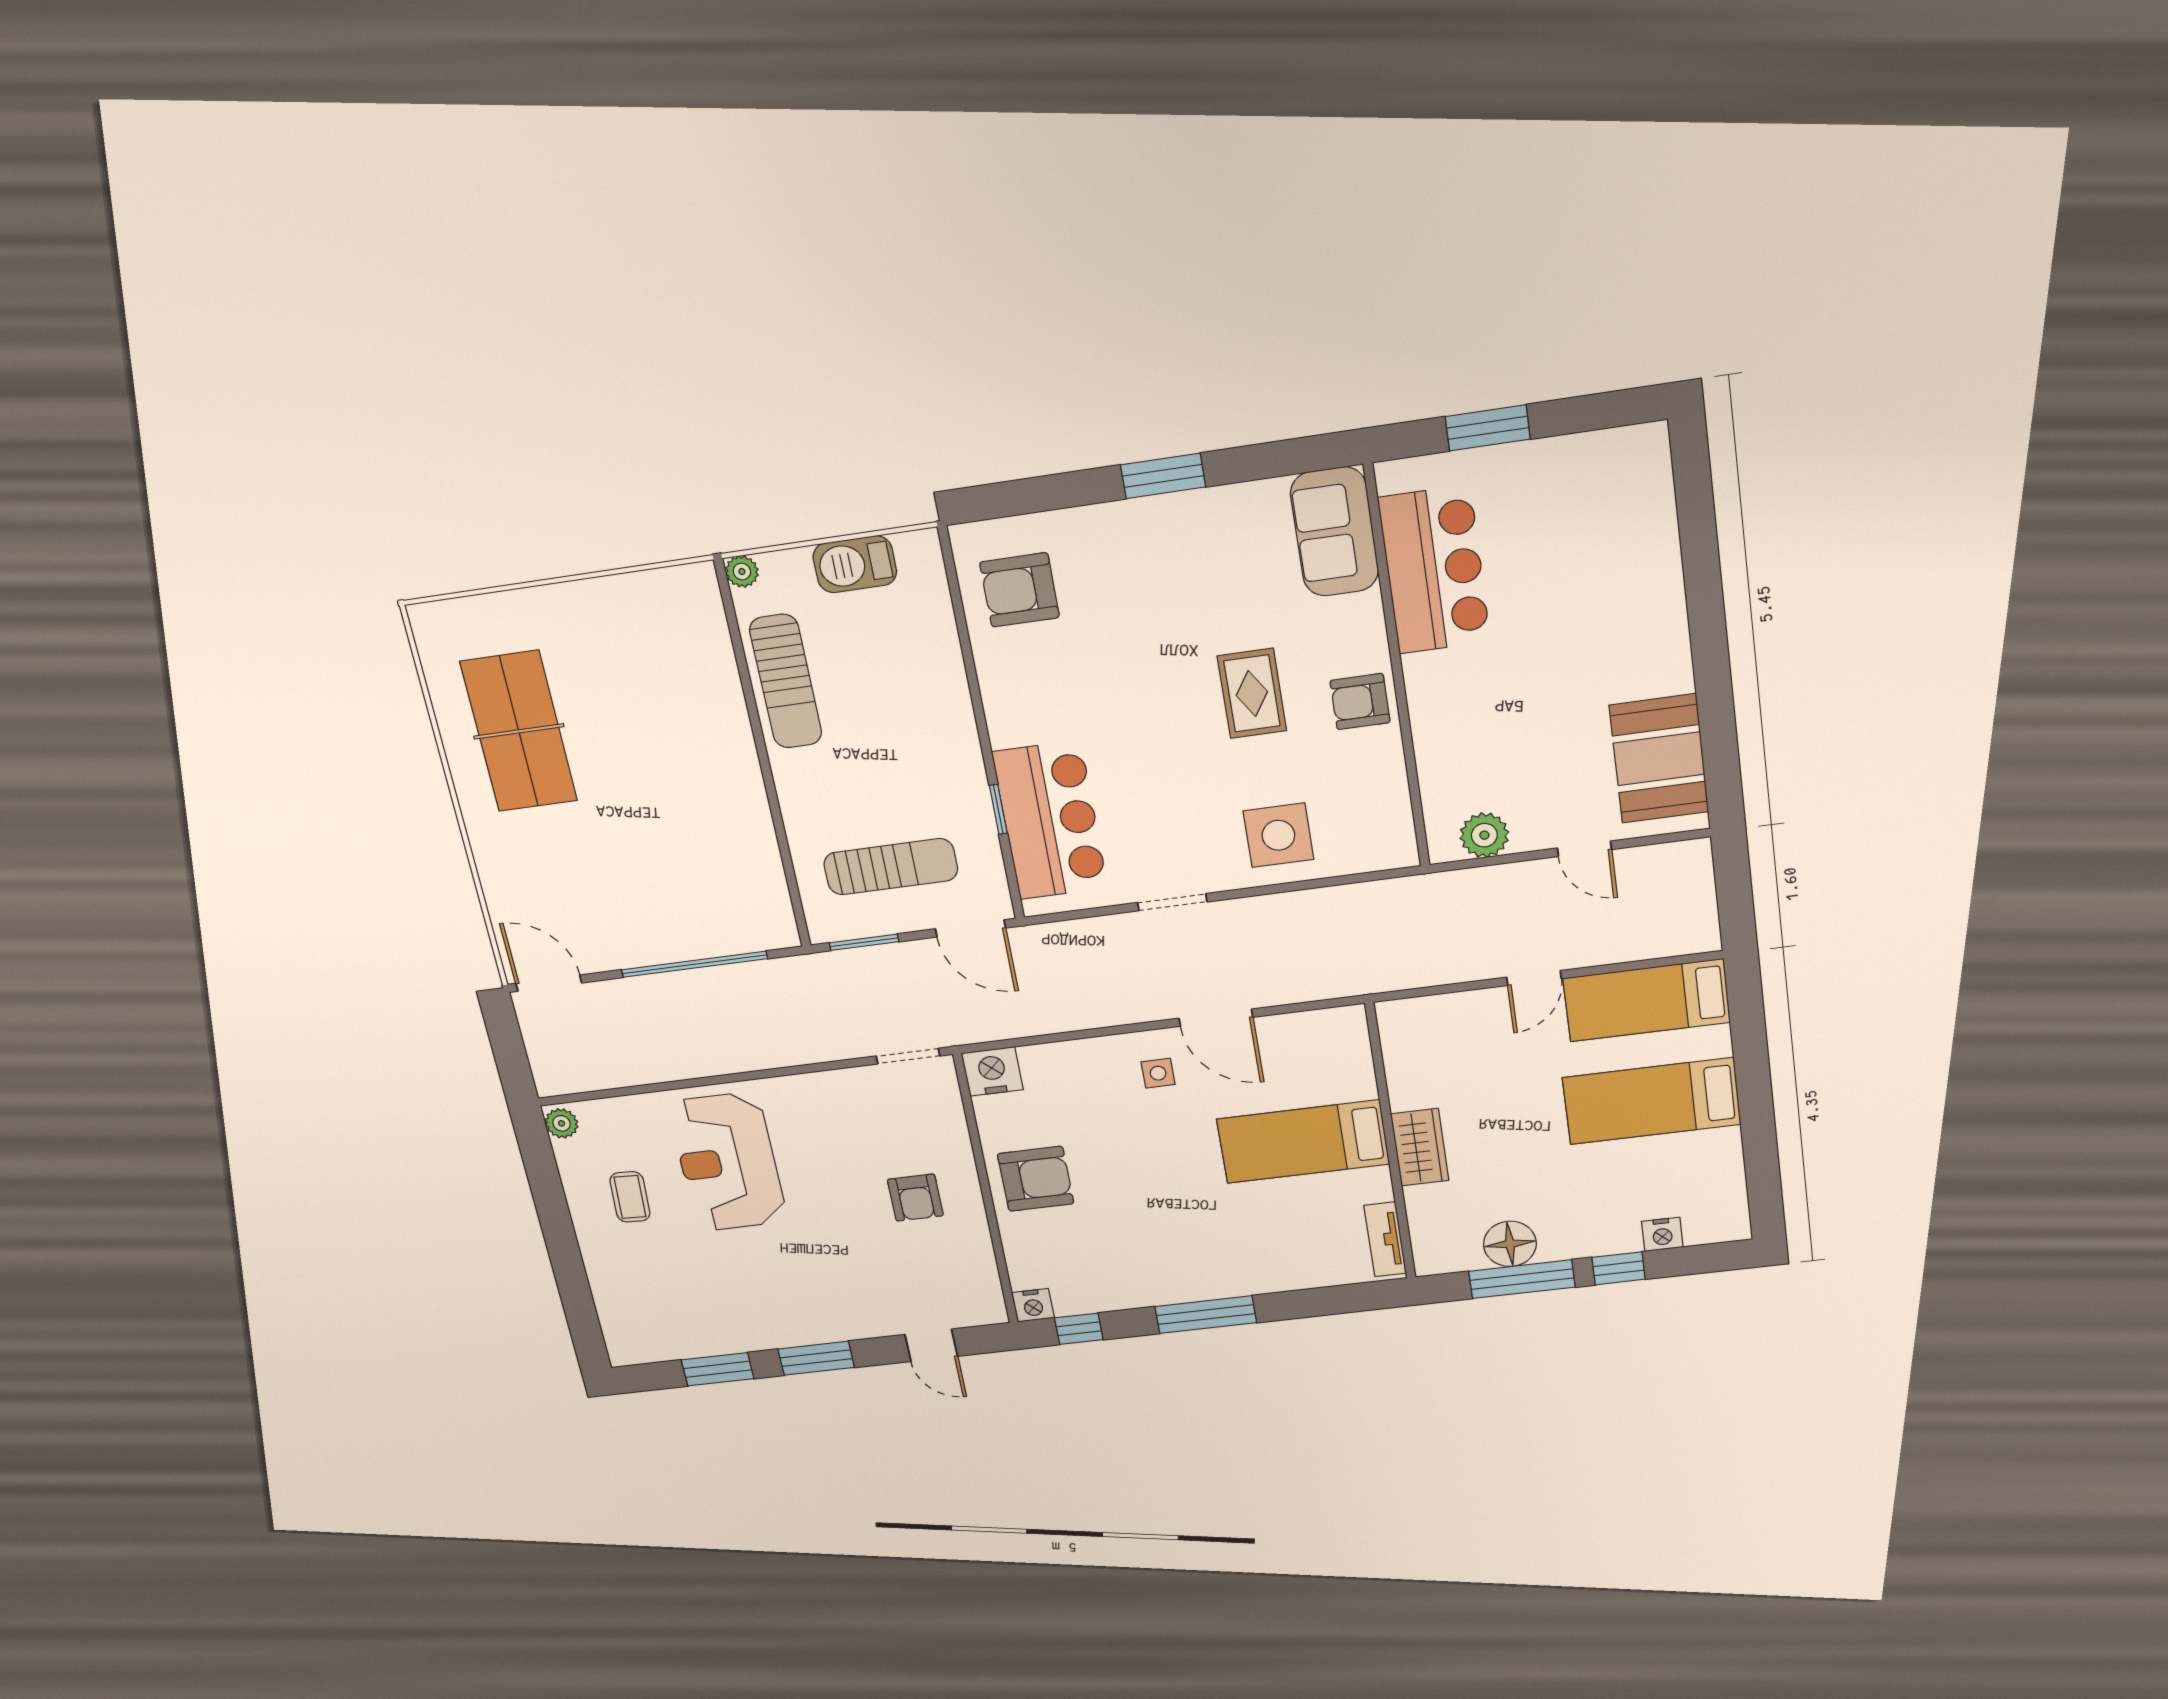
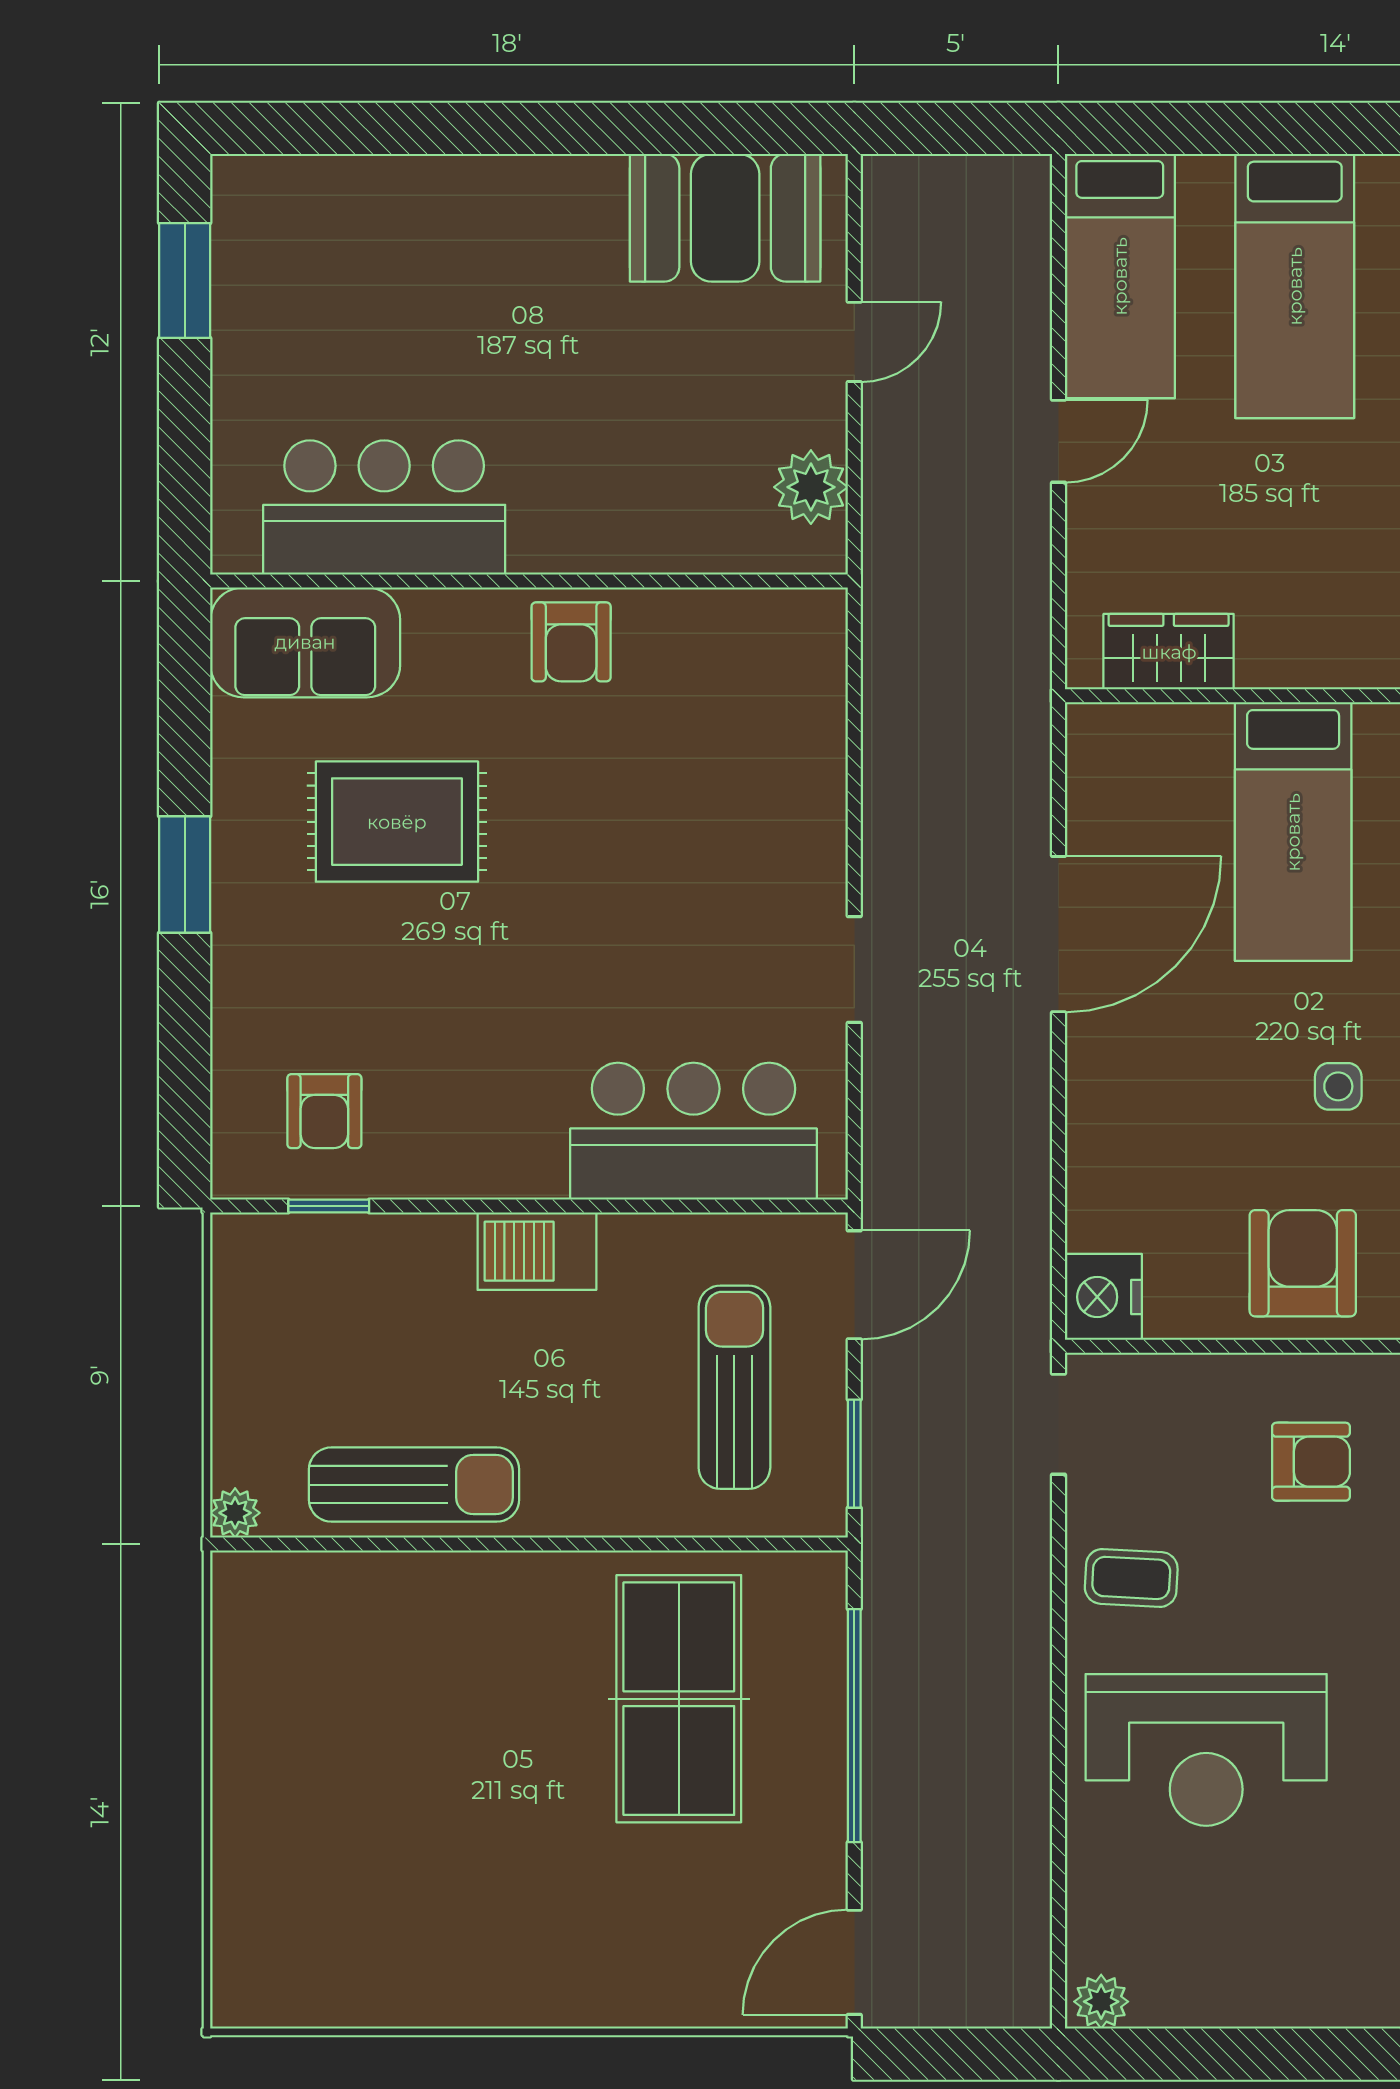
window: (1488, 428) -> (185, 281), moved
barbecue: (855, 564) -> (537, 1251), moved, turned 90
armchair: (1020, 590) -> (324, 1111), width x0.72, depth x0.72
rug: (1252, 693) -> (397, 822), moved, width x1.36, depth x1.43
table tennis table: (519, 731) -> (679, 1699), moved, turned 90
window: (998, 809) -> (329, 1206), moved
side table: (1278, 835) -> (767, 793), removed
door: (1534, 978) -> (1058, 441), hinge flipped
door: (1216, 1018) -> (1058, 934), width x1.36
side table: (1158, 1073) -> (1338, 1086), moved
wardrobe: (1420, 1147) -> (1169, 652), moved
coffee table: (630, 1197) -> (1131, 1578), moved

